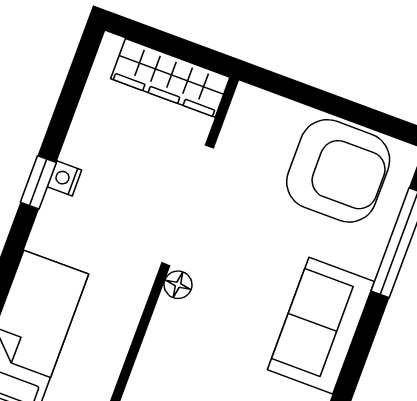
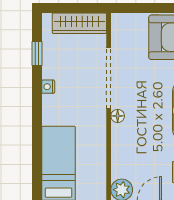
window: (38, 182) -> (37, 53), moved

